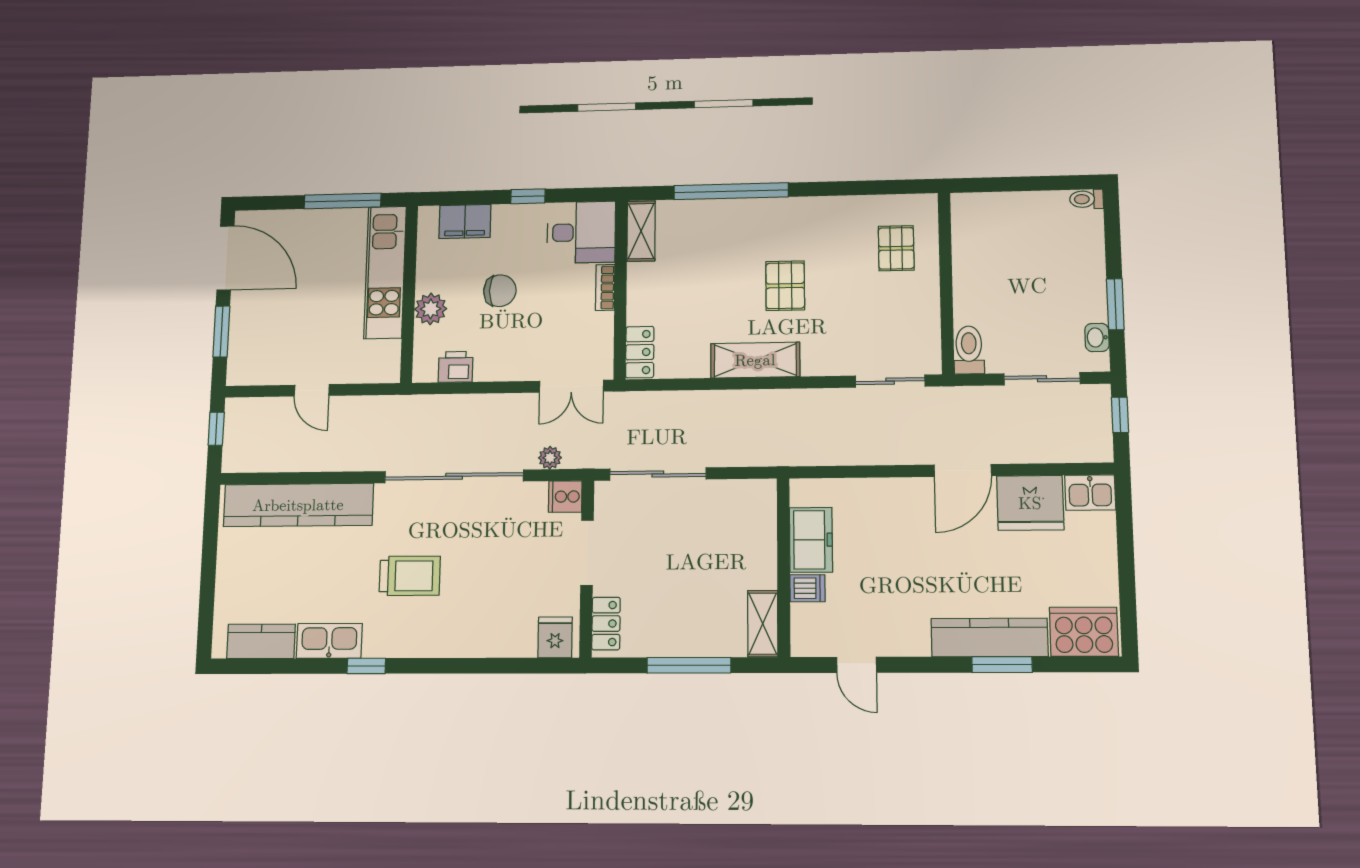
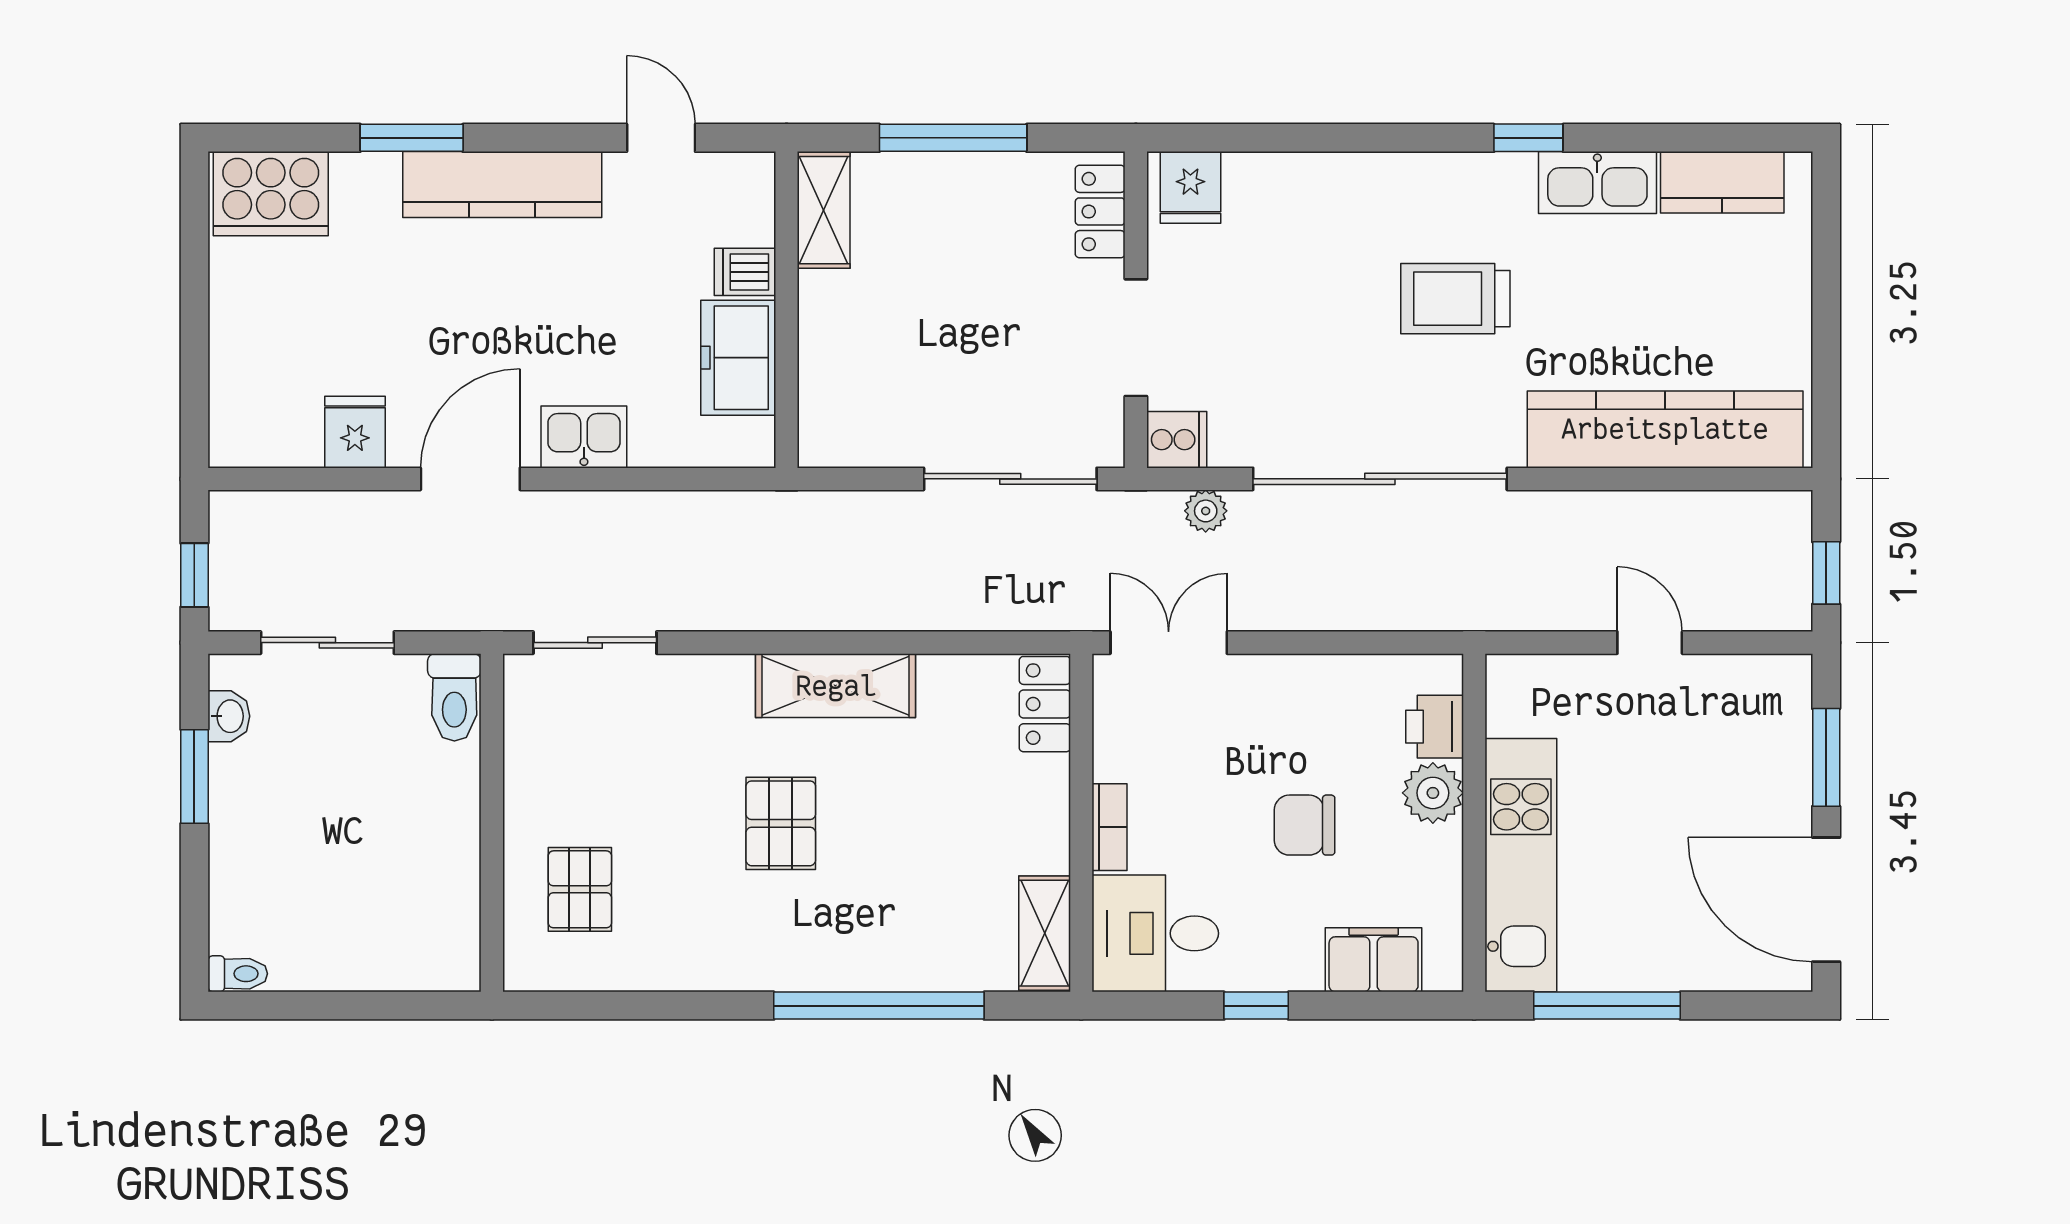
printer: (456, 367) -> (1435, 727), moved, turned 90
kitchen sink: (1090, 493) -> (584, 437), moved
fridge: (1030, 503) -> (355, 432), width x0.53, depth x0.75
kitchen counter: (989, 637) -> (502, 185), moved

